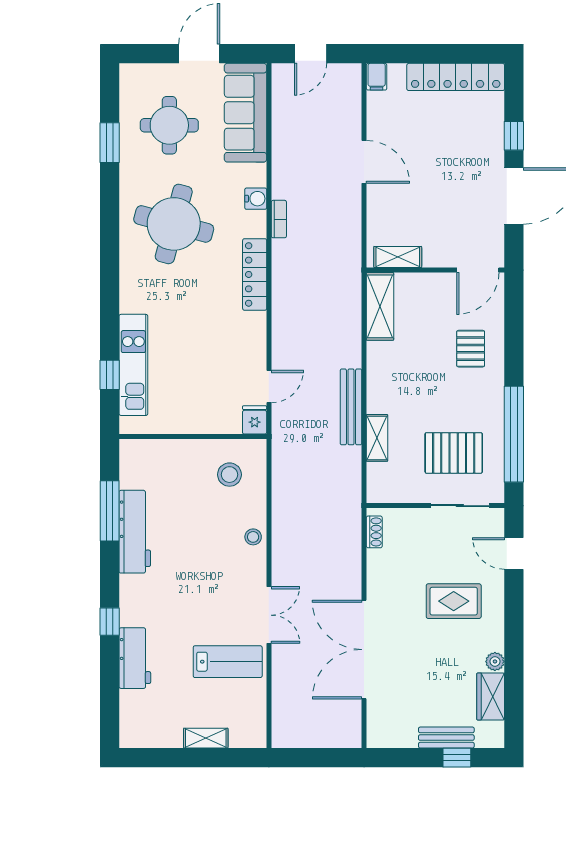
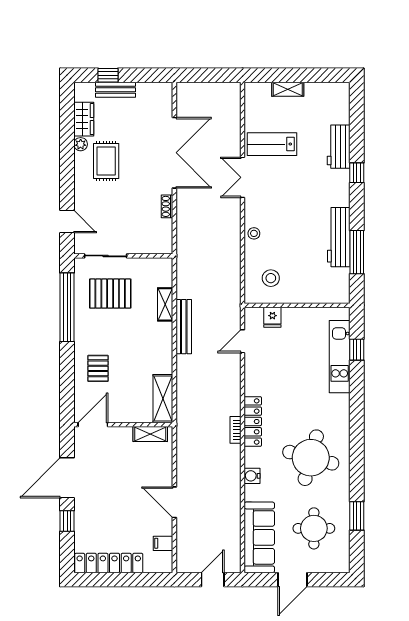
filing cabinet: (377, 77) -> (163, 543), moved, turned -90
bookcase: (279, 219) -> (235, 430), moved
fridge: (255, 420) -> (272, 317), moved
shoe rack: (374, 532) -> (167, 206), moved
rug: (454, 601) -> (106, 161), moved, turned 90

